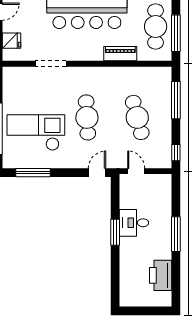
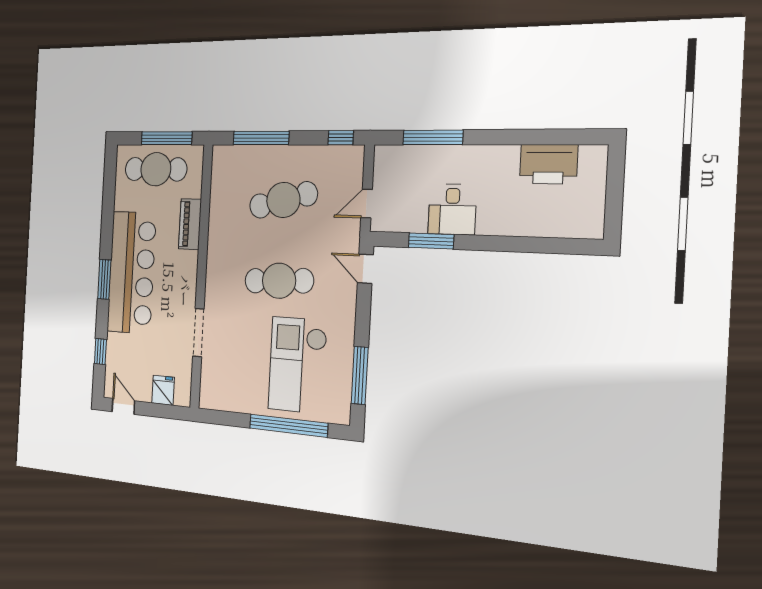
window: (115, 232) -> (431, 241), moved
window: (176, 234) -> (433, 137), moved

